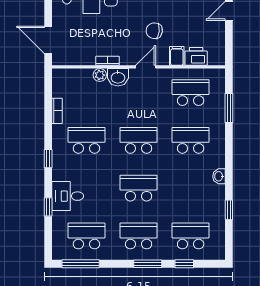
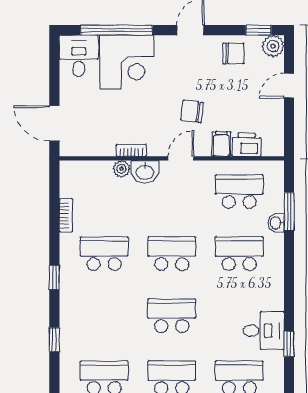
washbasin: (219, 176) -> (276, 223), moved
desk: (68, 196) -> (264, 331), moved, turned 180

